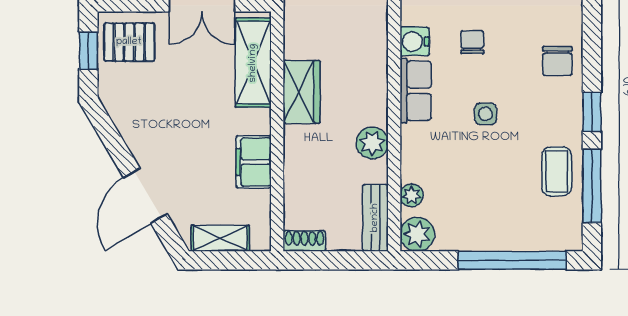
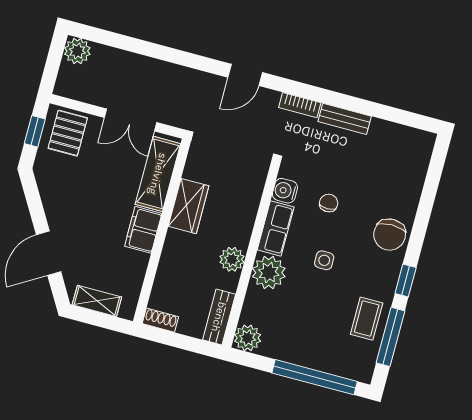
pallet: (129, 42) -> (68, 133), turned 90
chair: (557, 61) -> (390, 235), width x1.37, depth x1.37
filing cabinet: (254, 162) -> (143, 230), moved
plant: (412, 195) -> (269, 273), moved, width x1.87, depth x1.87

